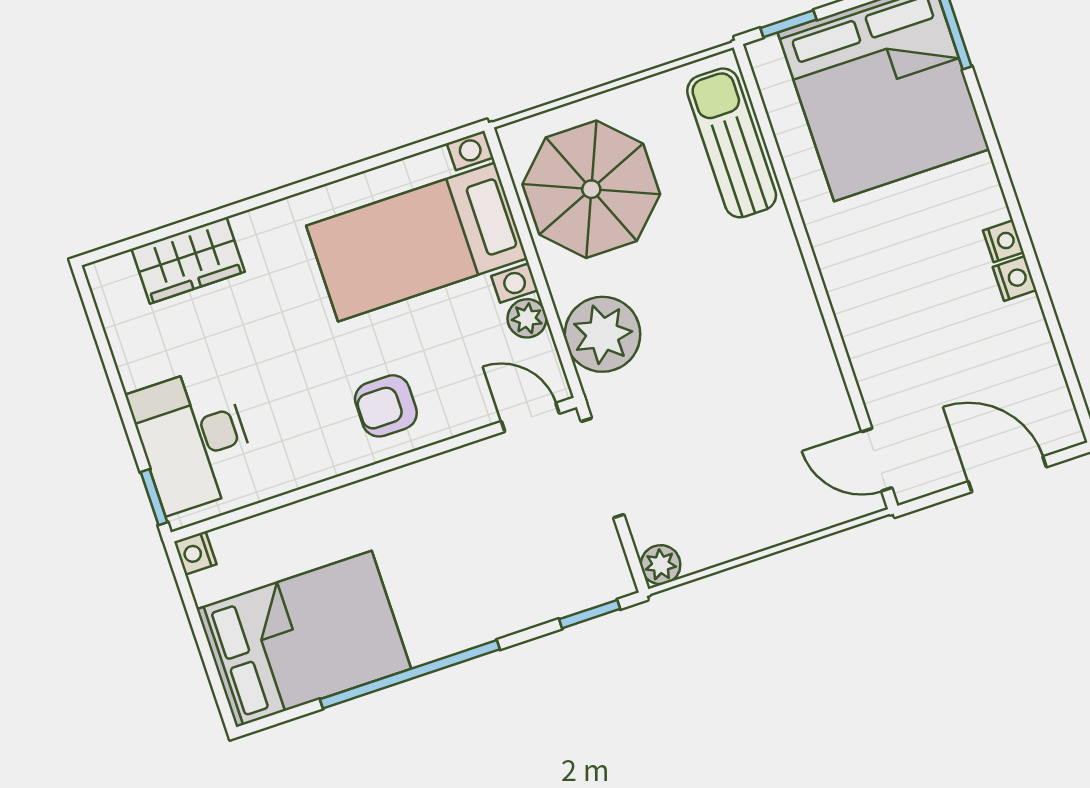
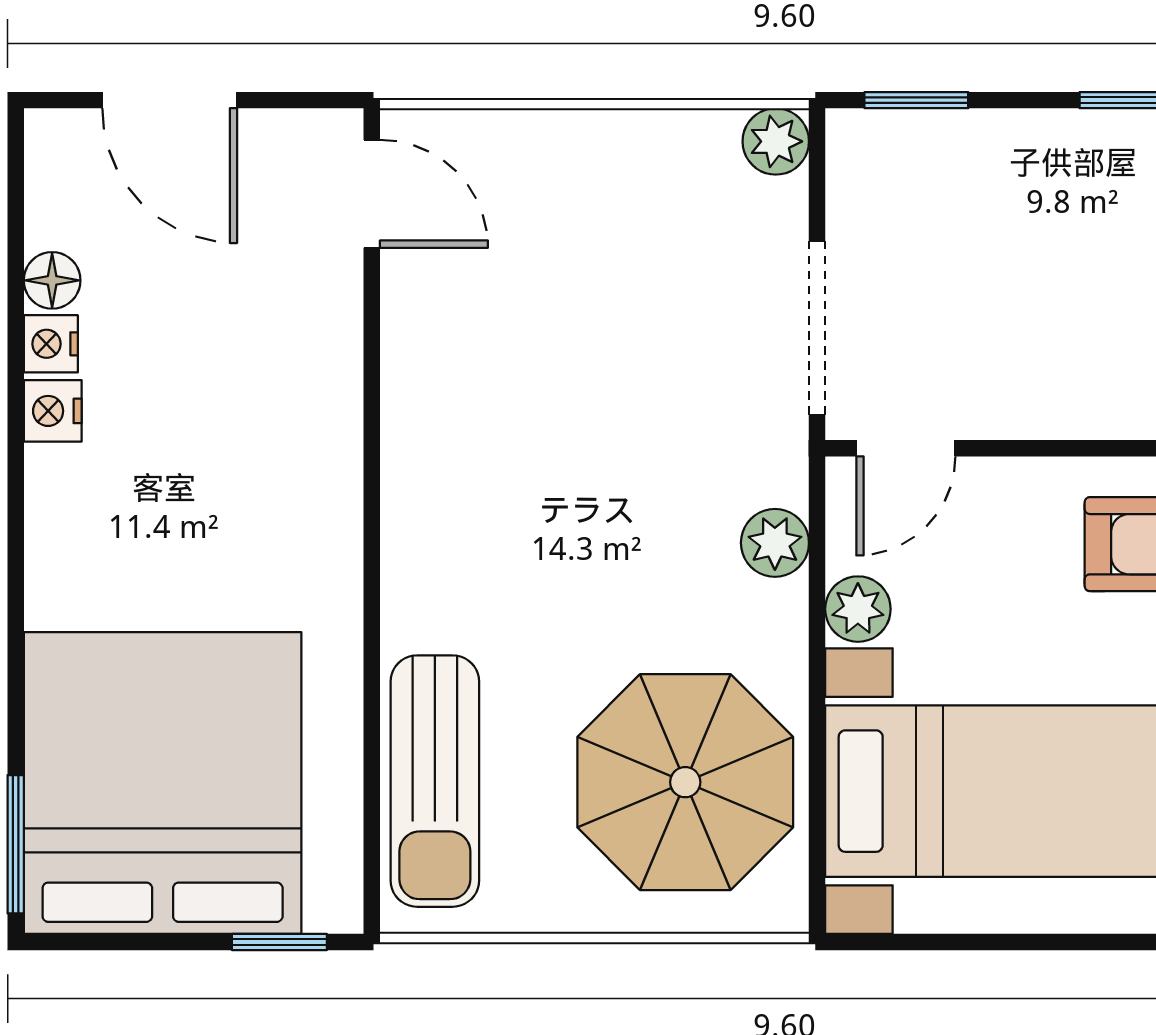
nightstand: (1003, 241) -> (51, 344), moved
plant: (603, 334) -> (775, 543), width x0.53, depth x0.53
floor lamp: (1039, 351) -> (52, 280), added
door: (530, 417) -> (906, 448), hinge flipped

